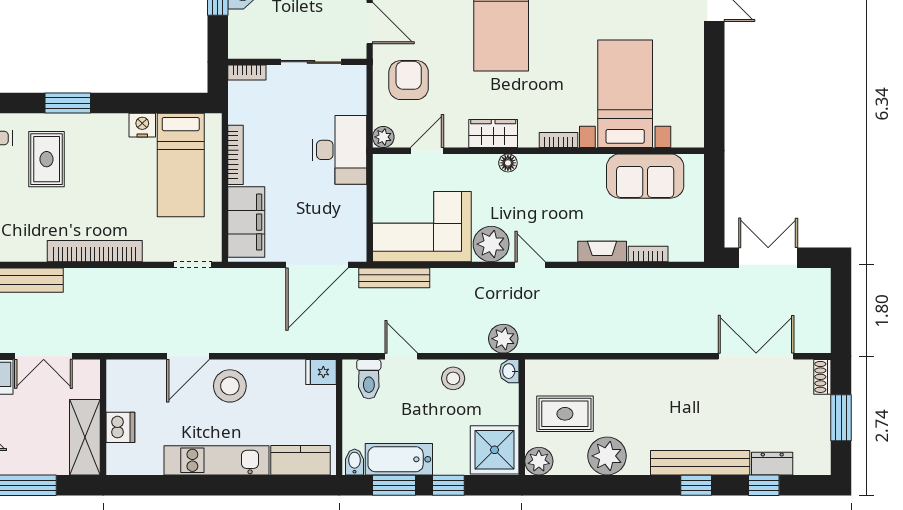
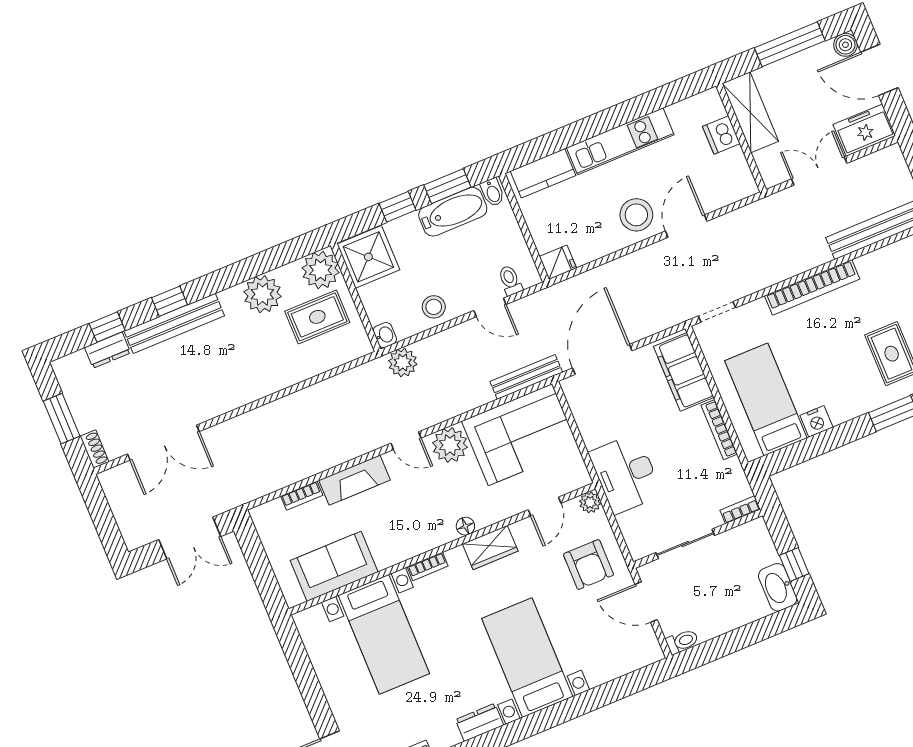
fireplace: (602, 251) -> (355, 480), width x1.37, depth x1.32
toilet: (369, 379) -> (510, 280), width x0.73, depth x0.72
plant: (539, 461) -> (321, 270), width x1.36, depth x1.36

